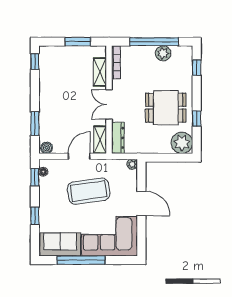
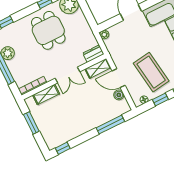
window: (35, 124) -> (110, 125), width x1.44
dresser: (118, 138) -> (93, 54), width x0.70
boiler: (47, 148) -> (119, 95), moved
window: (35, 177) -> (160, 100), moved
coffee table: (89, 191) -> (151, 72), moved

